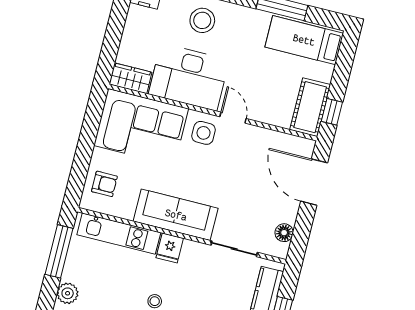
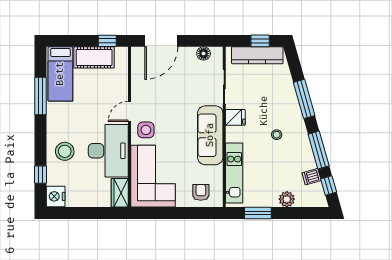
cot: (310, 107) -> (94, 57), moved
fridge: (170, 248) -> (235, 117), moved
window: (59, 251) -> (258, 213), width x0.69

